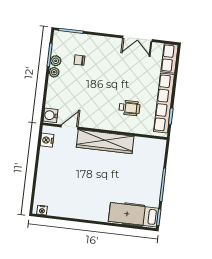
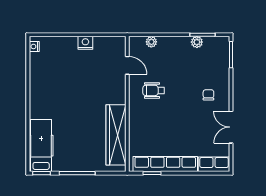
chair: (79, 60) -> (208, 95), moved
plant: (54, 72) -> (151, 42), moved
wheelchair: (129, 108) -> (154, 90), moved, turned 90
water cooler: (51, 115) -> (137, 43), removed
nightstand: (47, 140) -> (85, 43), moved
wardrobe: (105, 142) -> (116, 135), moved

